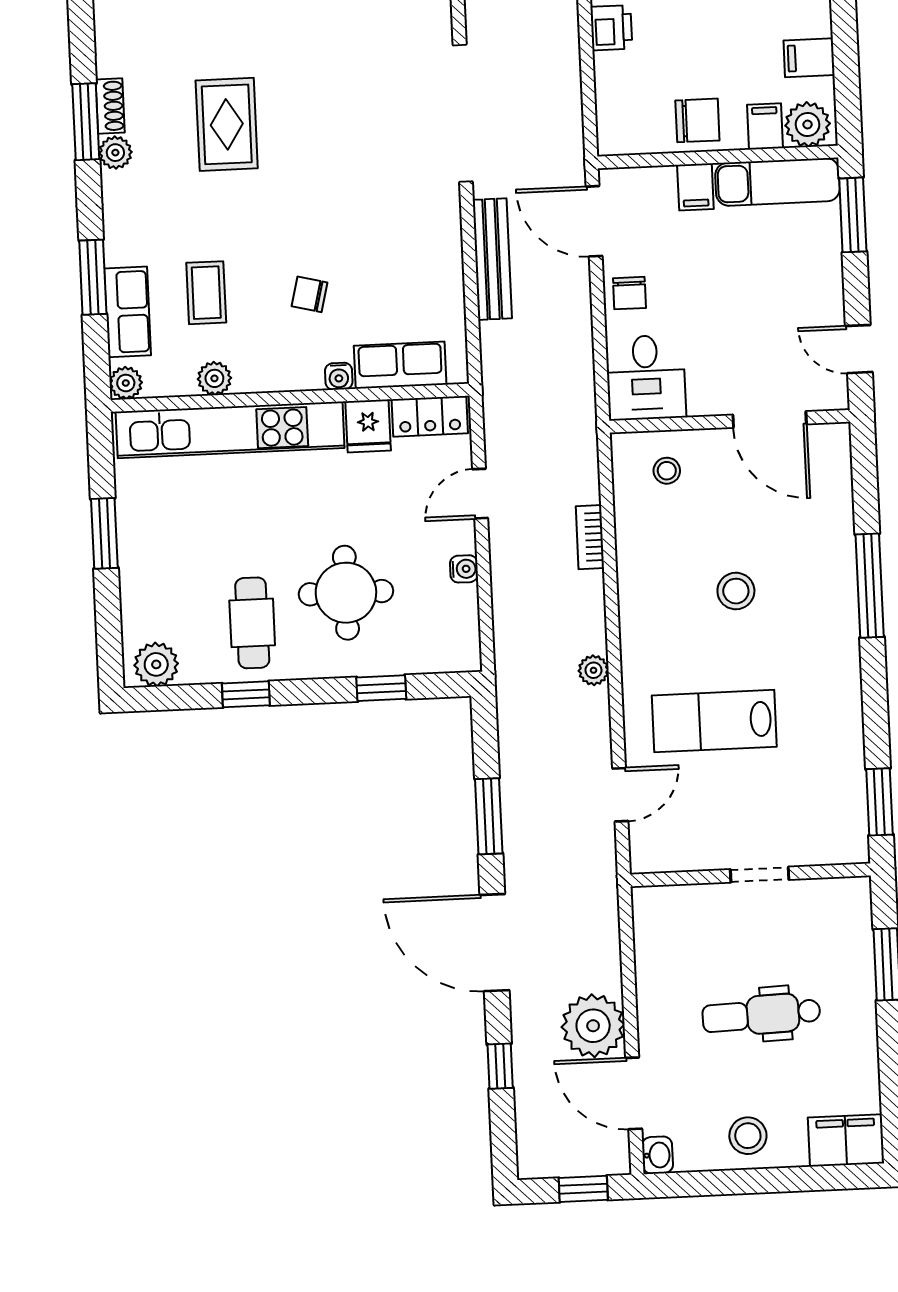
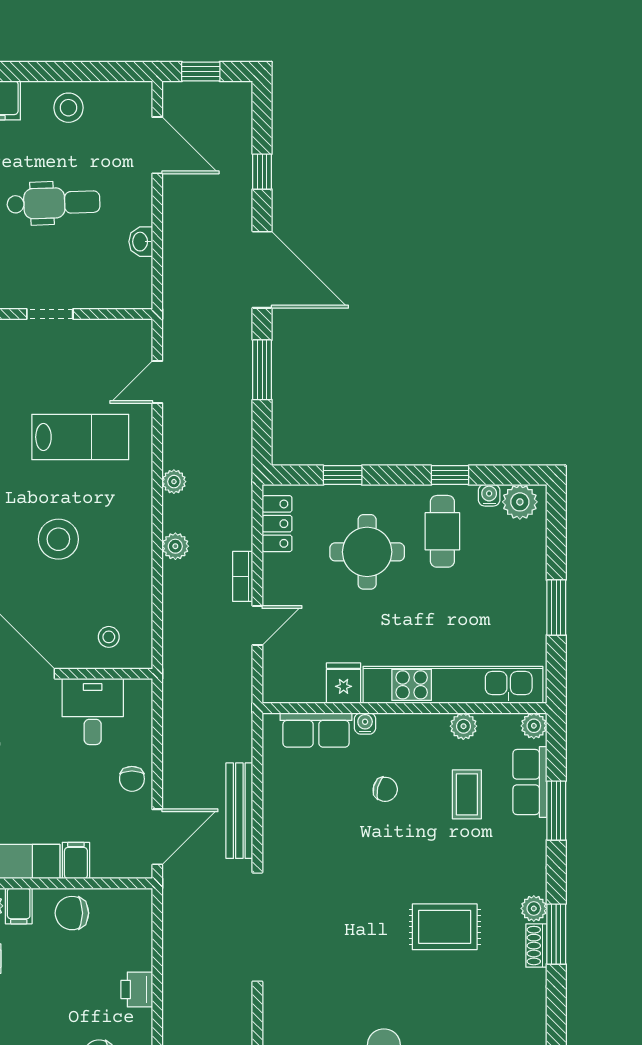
rug: (227, 124) -> (445, 927), turned 90
door: (594, 221) -> (157, 837), hinge flipped
chair: (629, 293) -> (132, 779), turned 180
desk: (646, 377) -> (93, 711), moved
locker: (430, 416) -> (277, 524), moved, turned 90
bookcase: (590, 537) -> (243, 576), moved, turned 180
water cooler: (464, 569) -> (489, 495), moved, turned 90
stool: (736, 591) -> (58, 539), width x1.38, depth x1.38
plant: (593, 1026) -> (175, 546), moved, width x0.53, depth x0.53
washbasin: (657, 1155) -> (141, 242), moved

